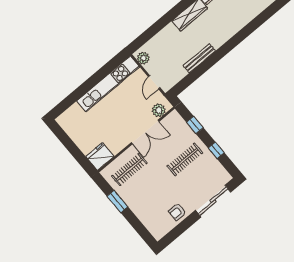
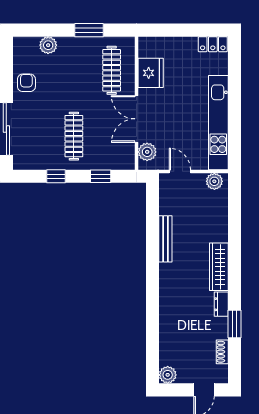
locker: (66, 124) -> (213, 44), added
fridge: (100, 156) -> (151, 73), moved
plant: (145, 217) -> (48, 45), added

